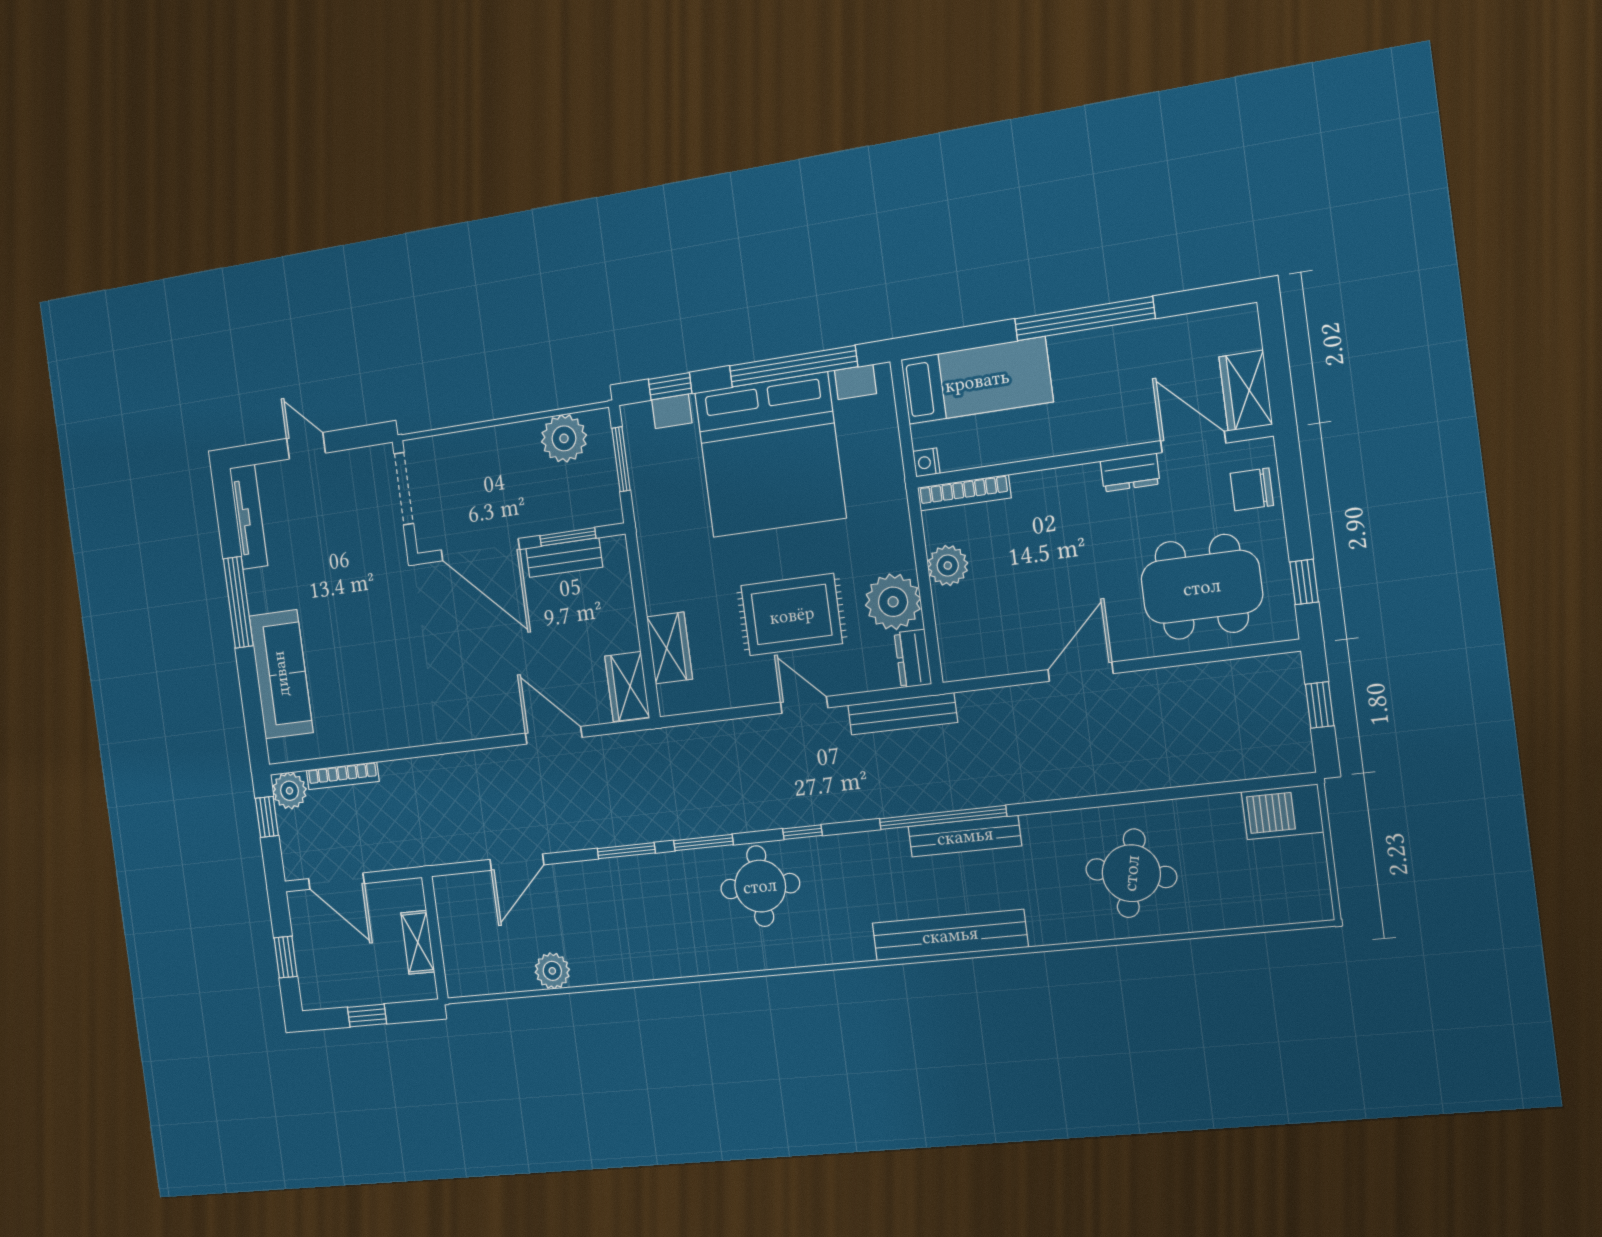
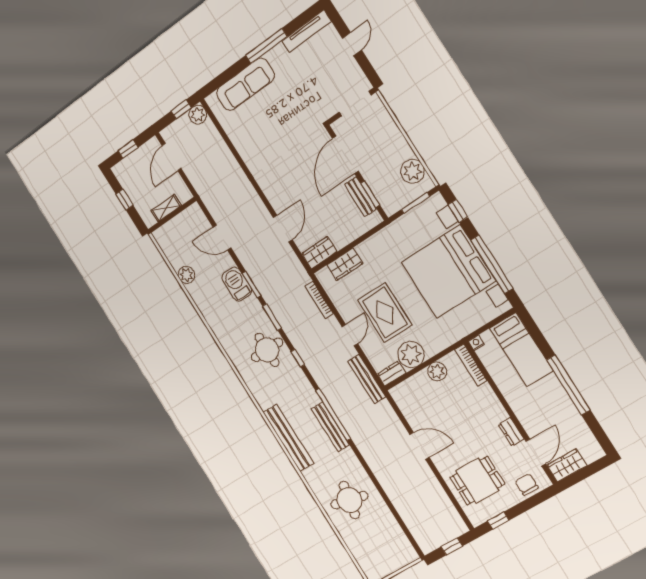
dining table: (1202, 587) -> (477, 481), width x0.73
bookcase: (343, 776) -> (319, 300), moved
barbecue: (1282, 812) -> (237, 284), moved

